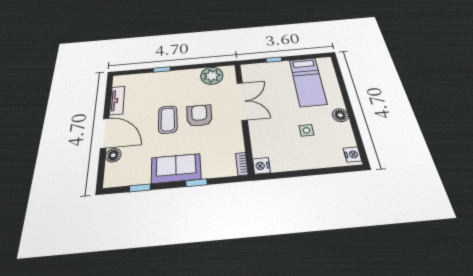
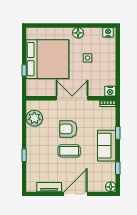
bed: (308, 82) -> (47, 59), width x2.04
double door: (242, 101) -> (72, 98), moved
floor lamp: (113, 155) -> (111, 187), moved

